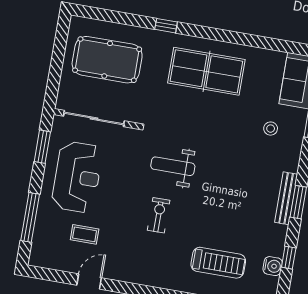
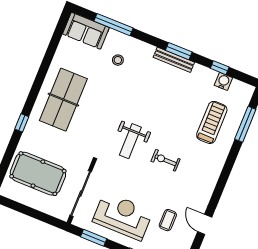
pool table: (107, 60) -> (38, 174), turned 90

